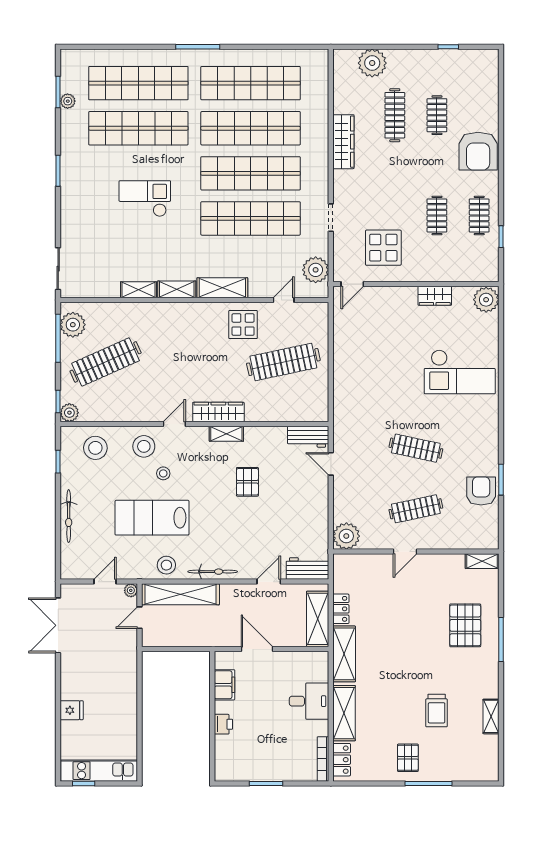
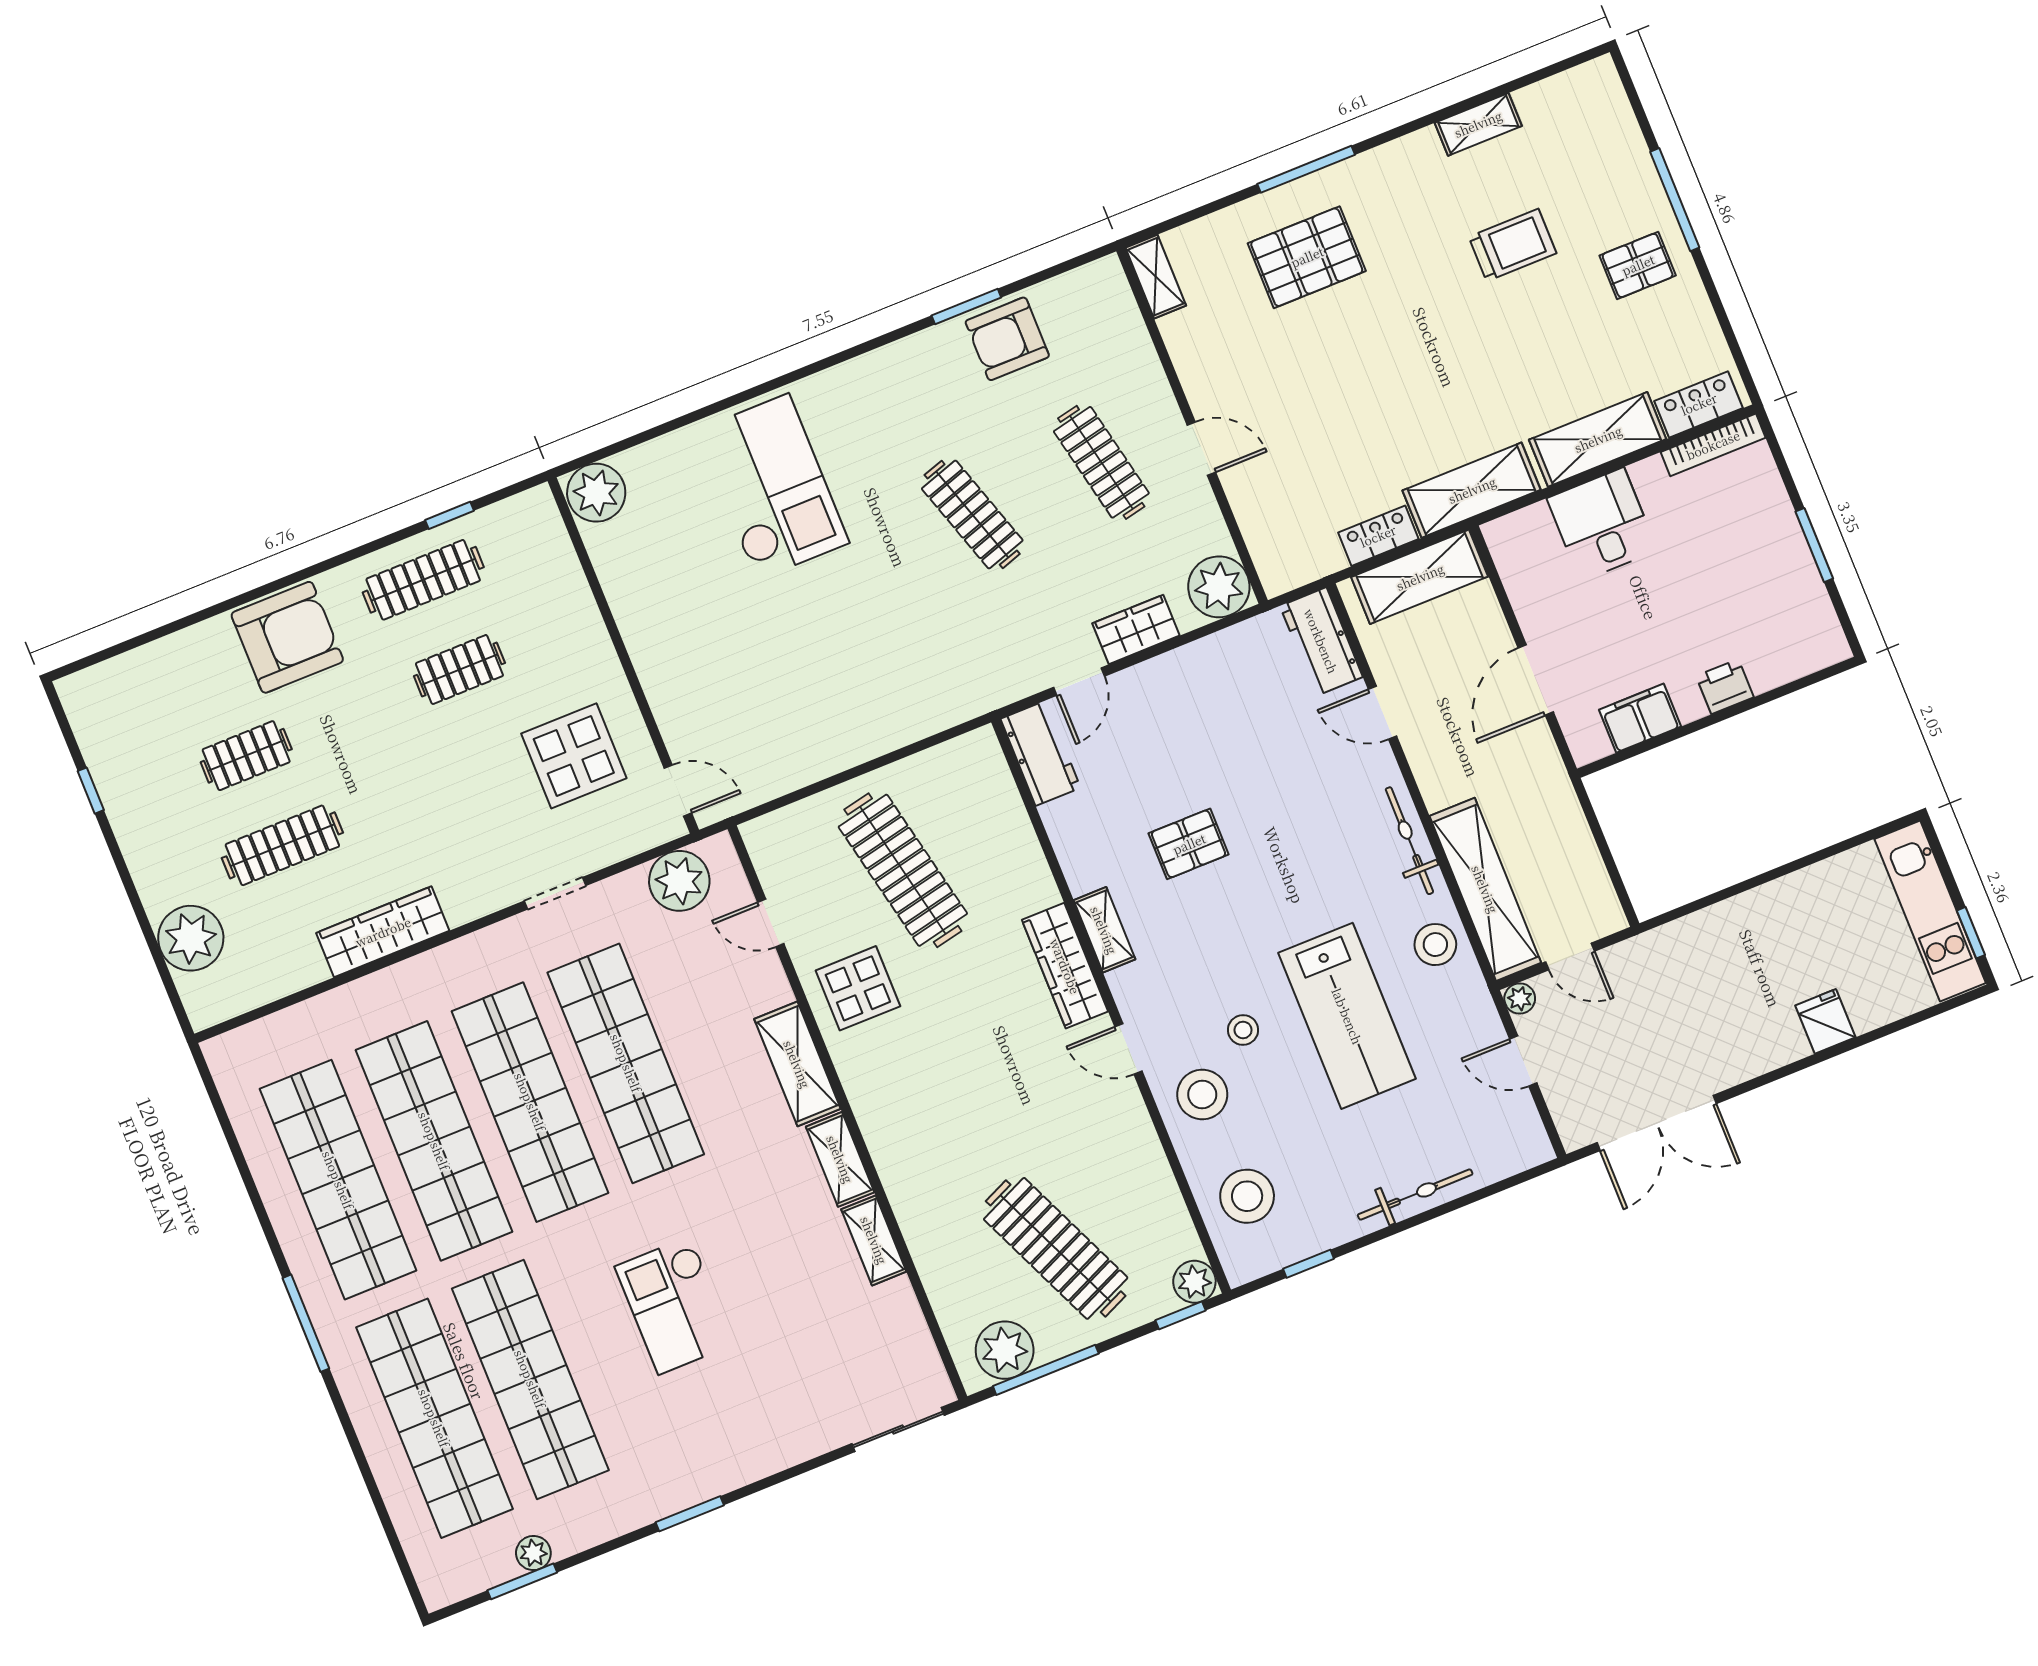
clothes rail: (479, 216) -> (423, 580), width x1.36
wardrobe: (435, 296) -> (1136, 629), moved, turned -90
clothes rail: (416, 448) -> (972, 514), turned -30

